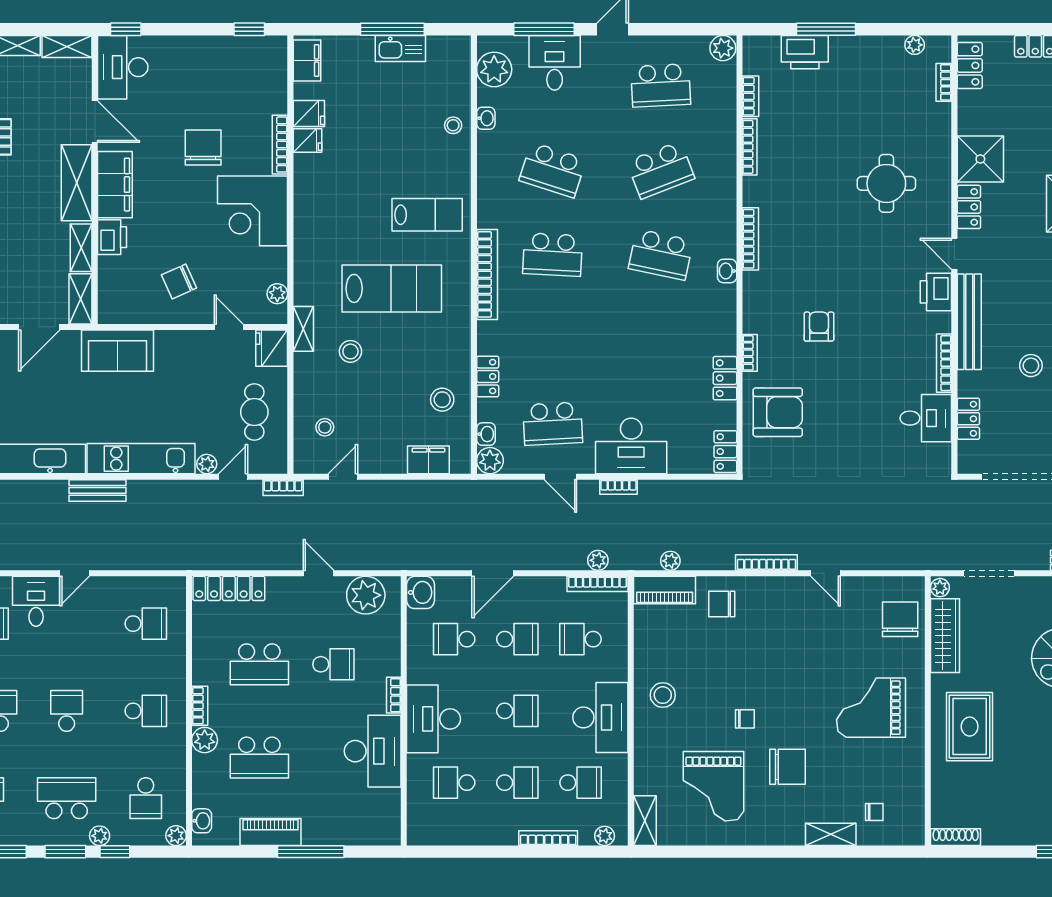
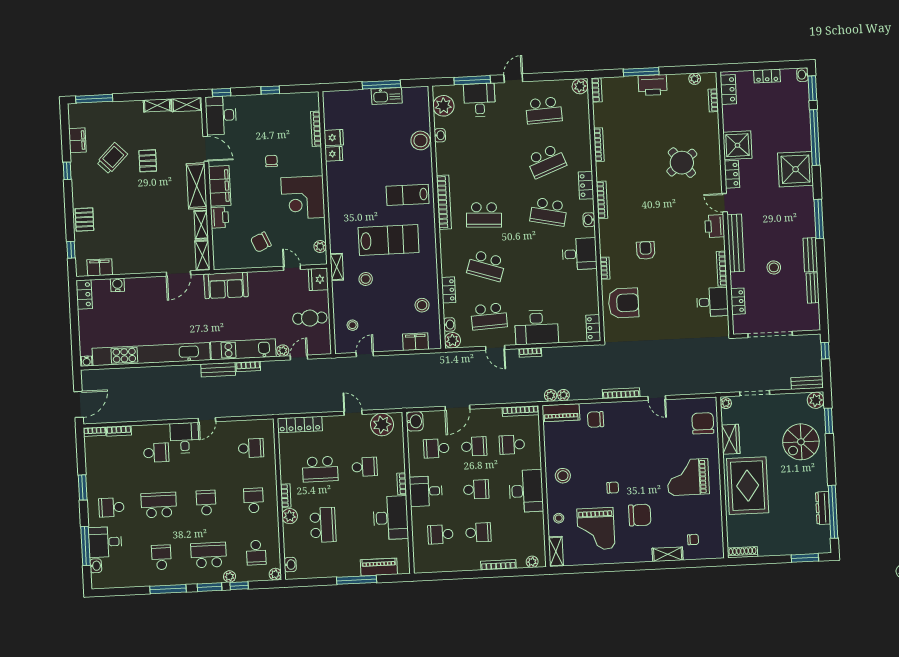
window: (249, 29) -> (270, 90), moved
printer: (805, 52) -> (653, 85), moved
filing cabinet: (307, 60) -> (331, 106), removed
bookcase: (751, 96) -> (597, 90), moved
stool: (453, 125) -> (421, 140), width x1.89, depth x1.89
bookcase: (280, 145) -> (316, 129), moved
chair: (203, 147) -> (271, 161), width x0.54, depth x0.54
school desk: (553, 170) -> (486, 266), moved
round table: (886, 183) -> (682, 163), turned -38
lab bench: (427, 215) -> (408, 195), turned 180
bookcase: (487, 274) -> (444, 202), moved
desk: (708, 327) -> (579, 254), added
locker: (725, 378) -> (586, 185), moved
cafe table: (254, 412) -> (310, 318), turned 90
bookcase: (283, 488) -> (248, 366), moved
plant: (598, 560) -> (551, 395), moved
wardrobe: (945, 636) -> (731, 439), width x0.67
school desk: (146, 711) -> (254, 500), turned -90
desk: (434, 719) -> (426, 491), width x0.73
rug: (970, 727) -> (748, 486), width x1.37, depth x1.44
school desk: (259, 758) -> (323, 525), turned -90
stool: (652, 765) -> (559, 518), added
school desk: (580, 783) -> (516, 531), removed
piano: (270, 832) -> (379, 567), moved

